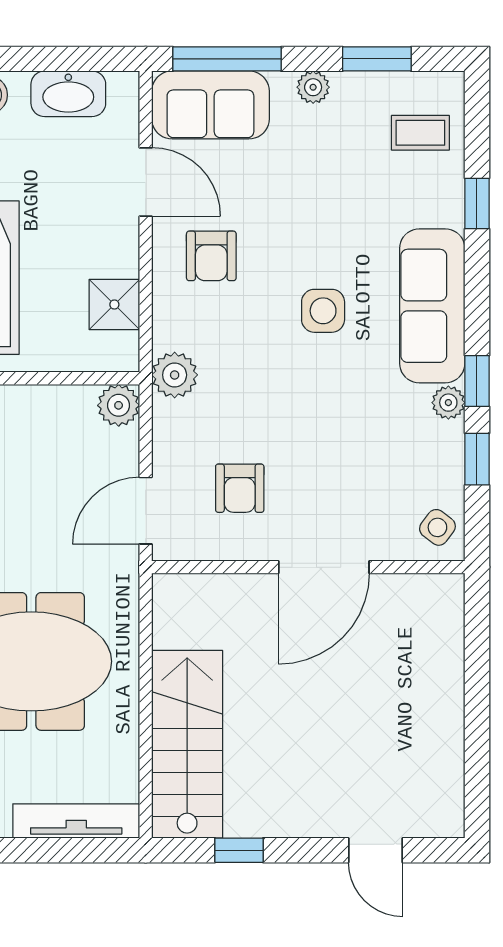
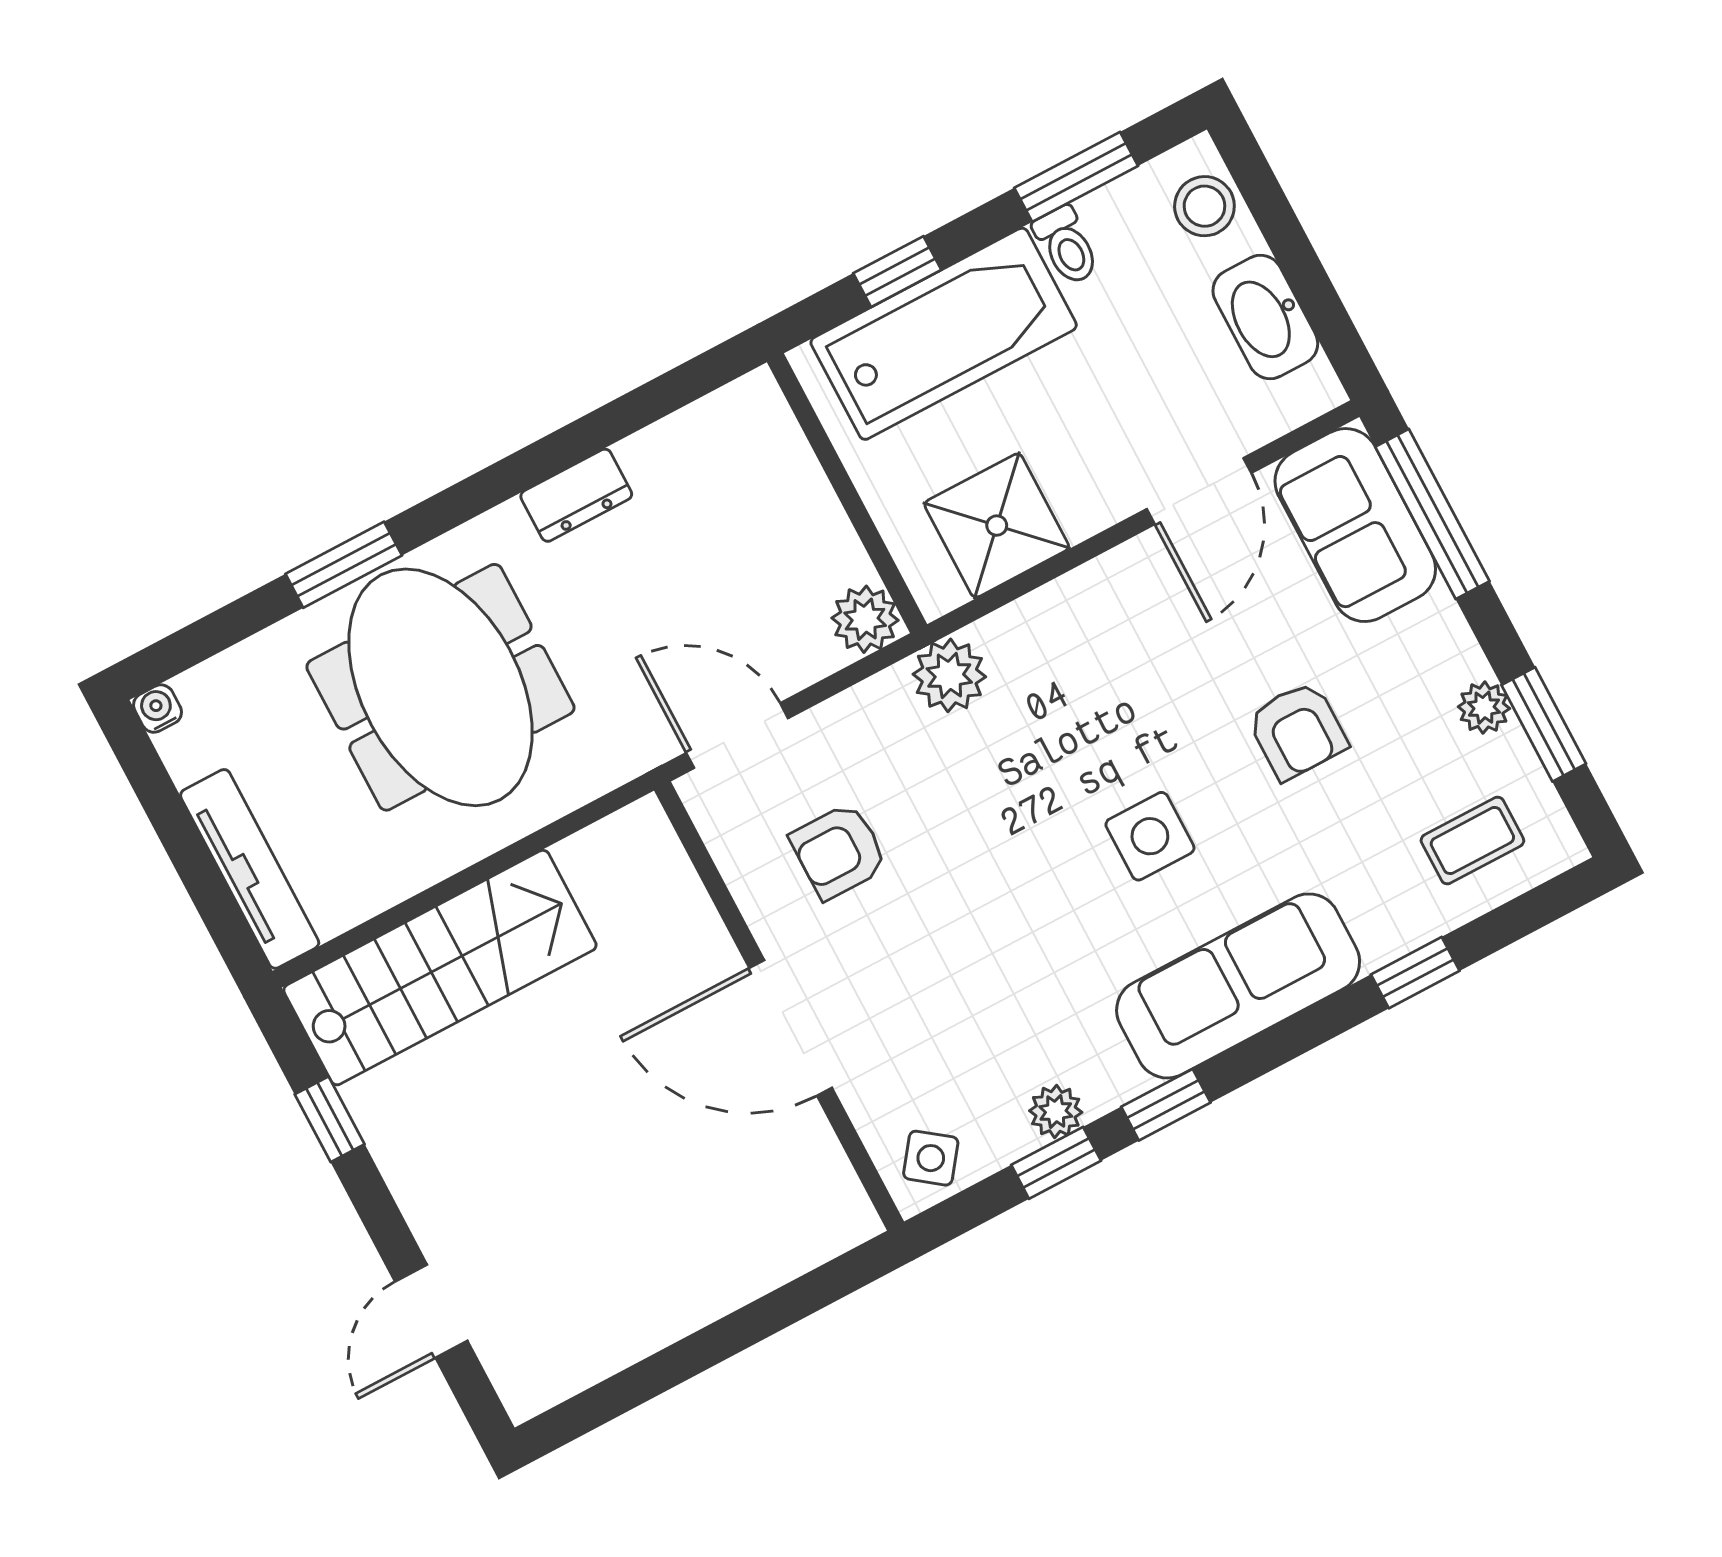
plant: (313, 87) -> (1484, 708), moved
coffee table: (420, 133) -> (1472, 841), turned 90
armchair: (211, 256) -> (1297, 731), moved, turned -90
shower: (114, 304) -> (997, 526), width x1.36, depth x1.36
plant: (448, 403) -> (1056, 1111), moved

